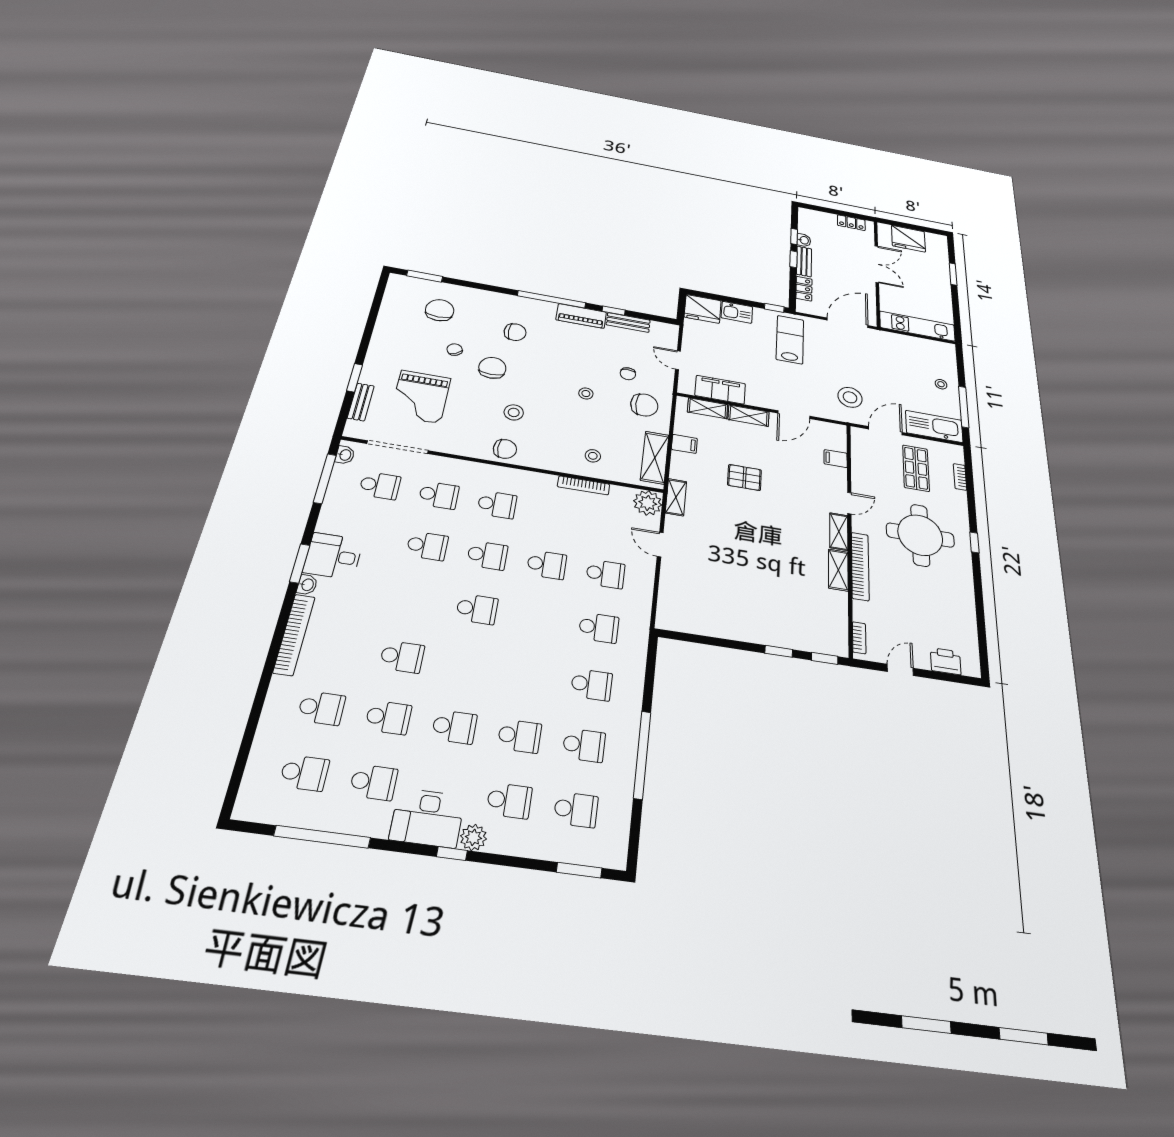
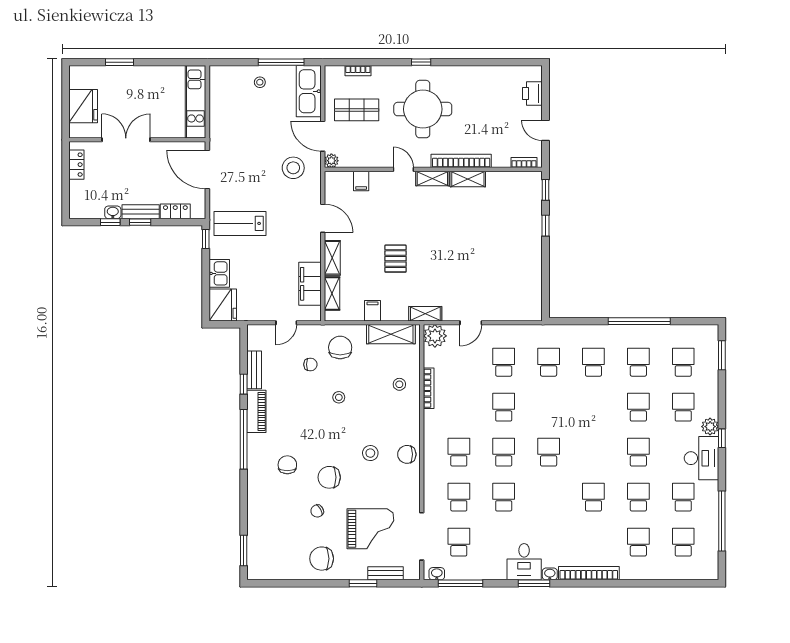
chair: (440, 310) -> (322, 559), moved
plant: (858, 434) -> (331, 161), added
chair: (505, 449) -> (407, 454), turned -90

